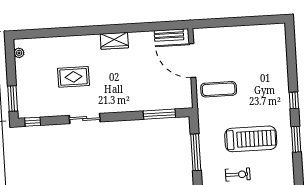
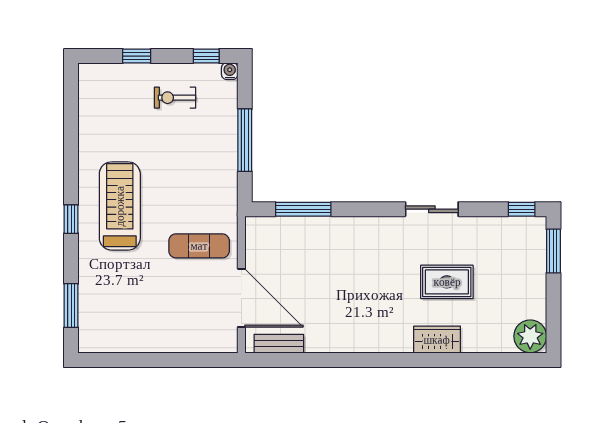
wardrobe: (114, 41) -> (437, 340), moved
plant: (19, 53) -> (530, 336), width x1.87, depth x1.87
treadmill: (251, 139) -> (120, 206), moved, turned 90
window: (296, 139) -> (71, 306), moved

